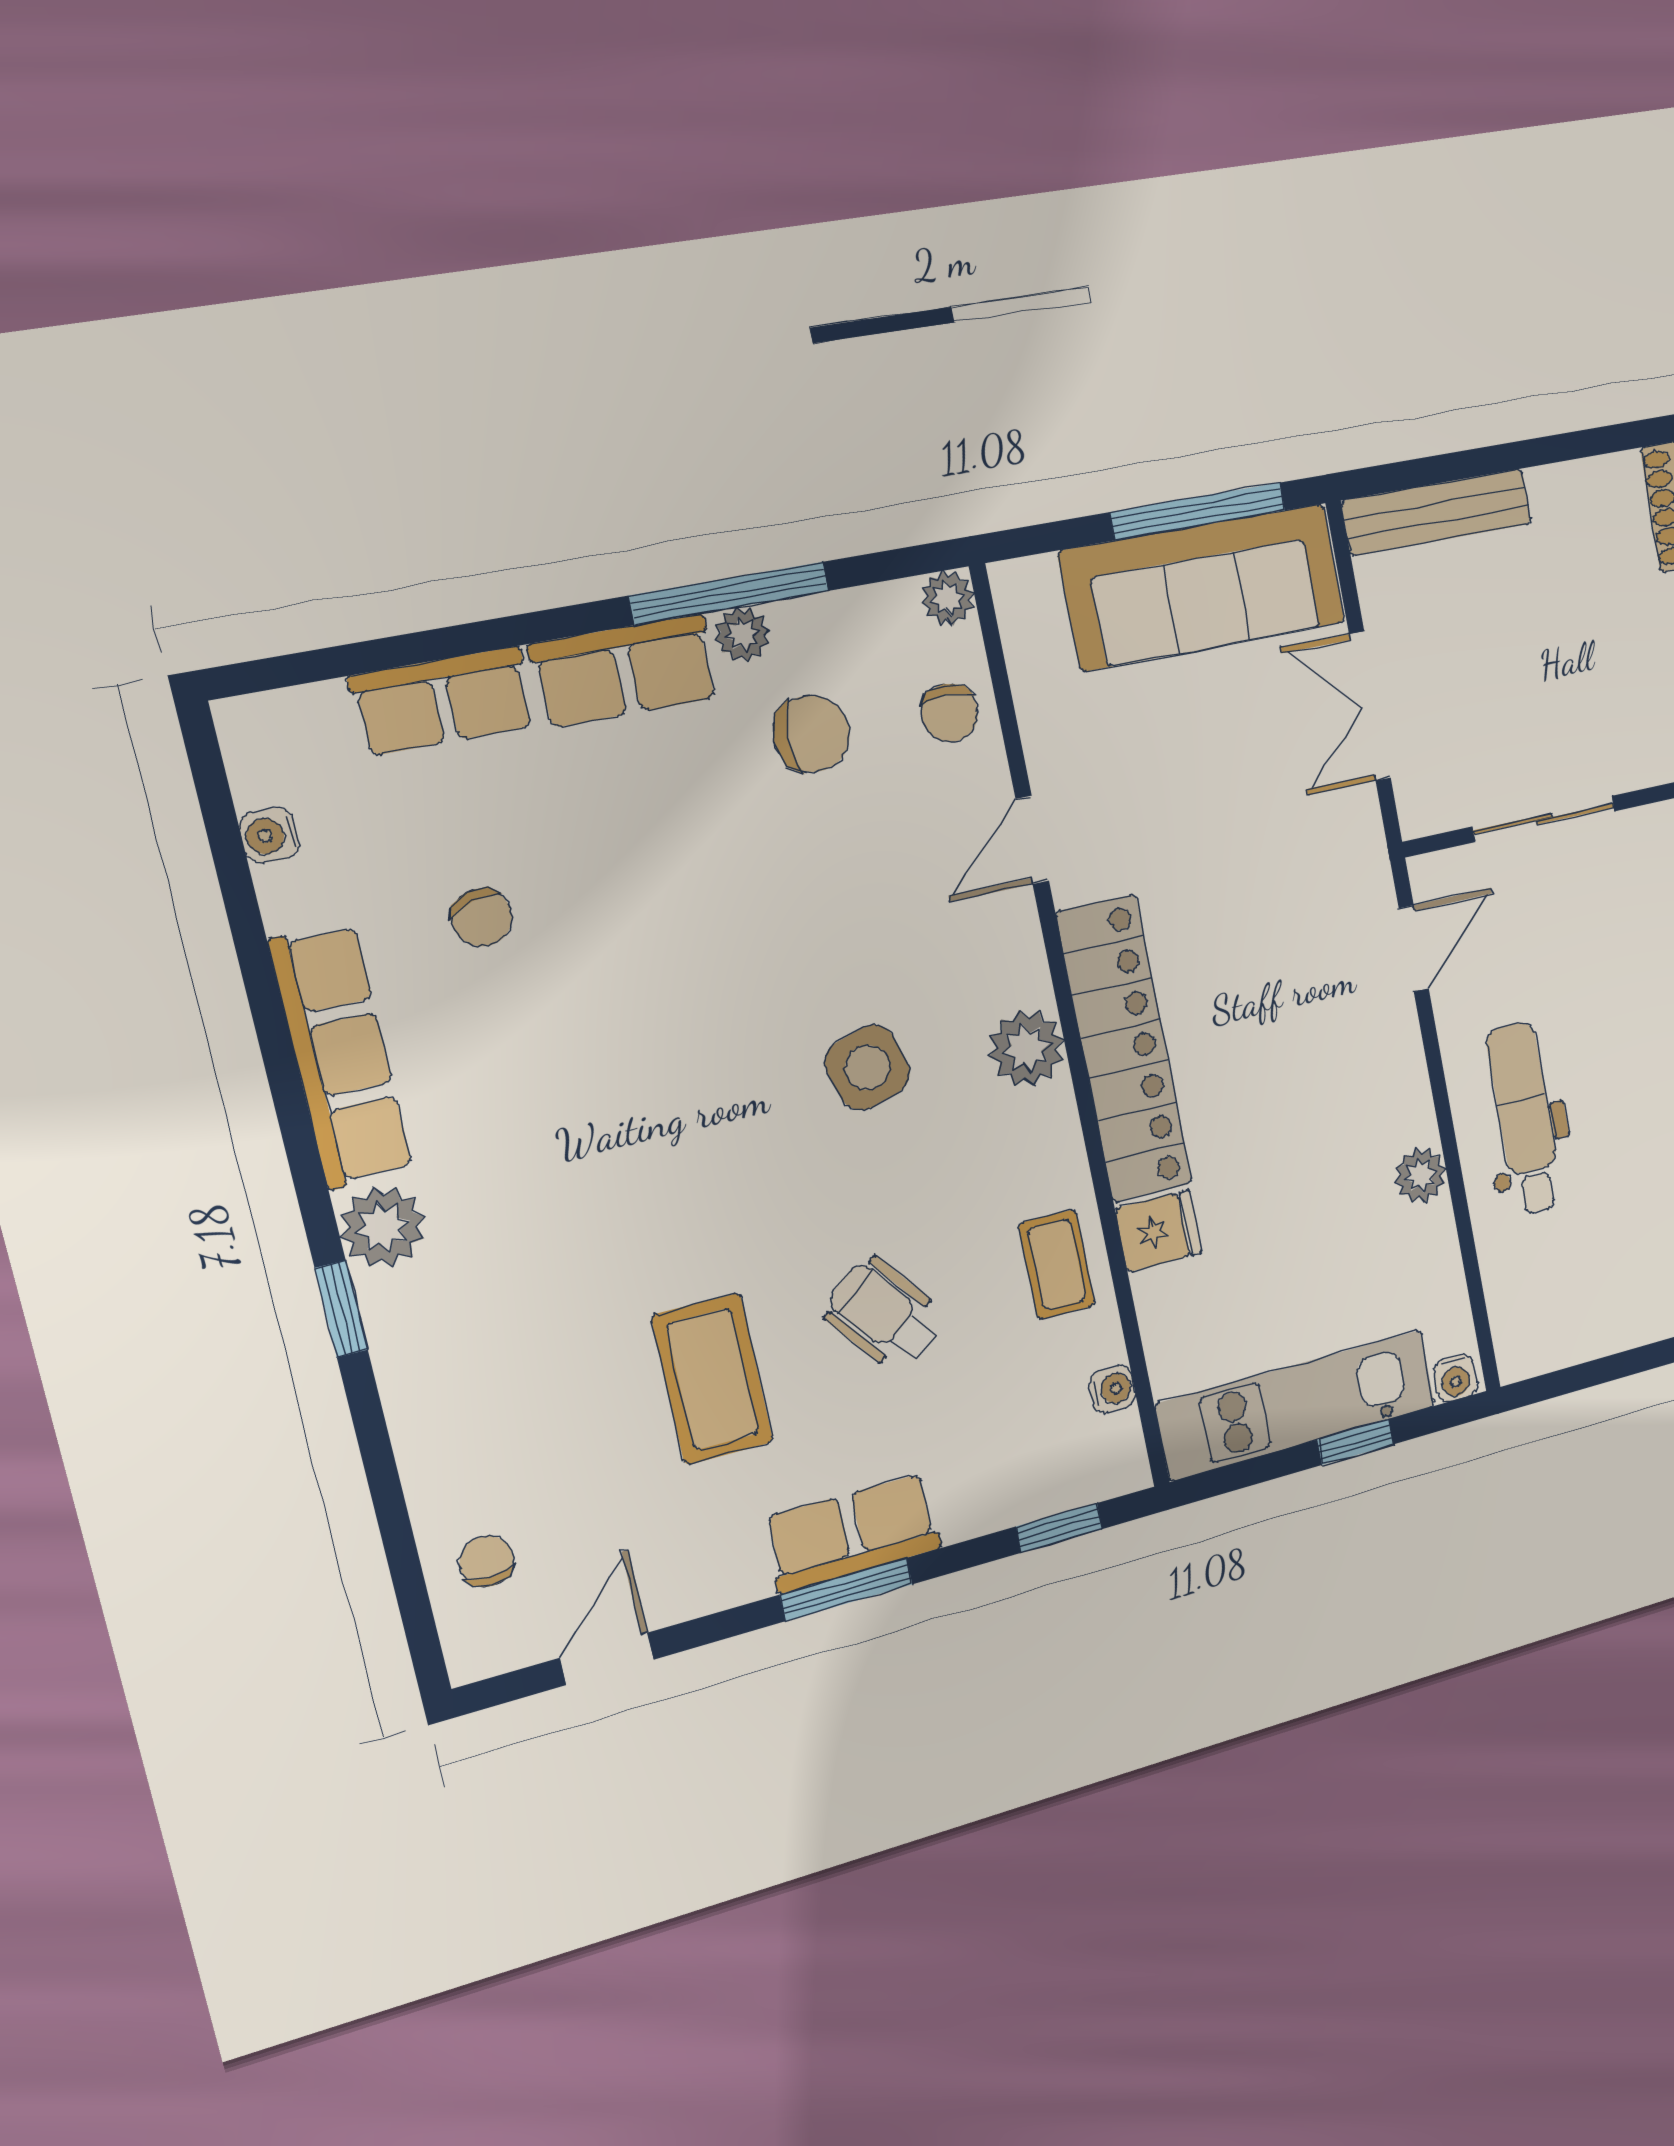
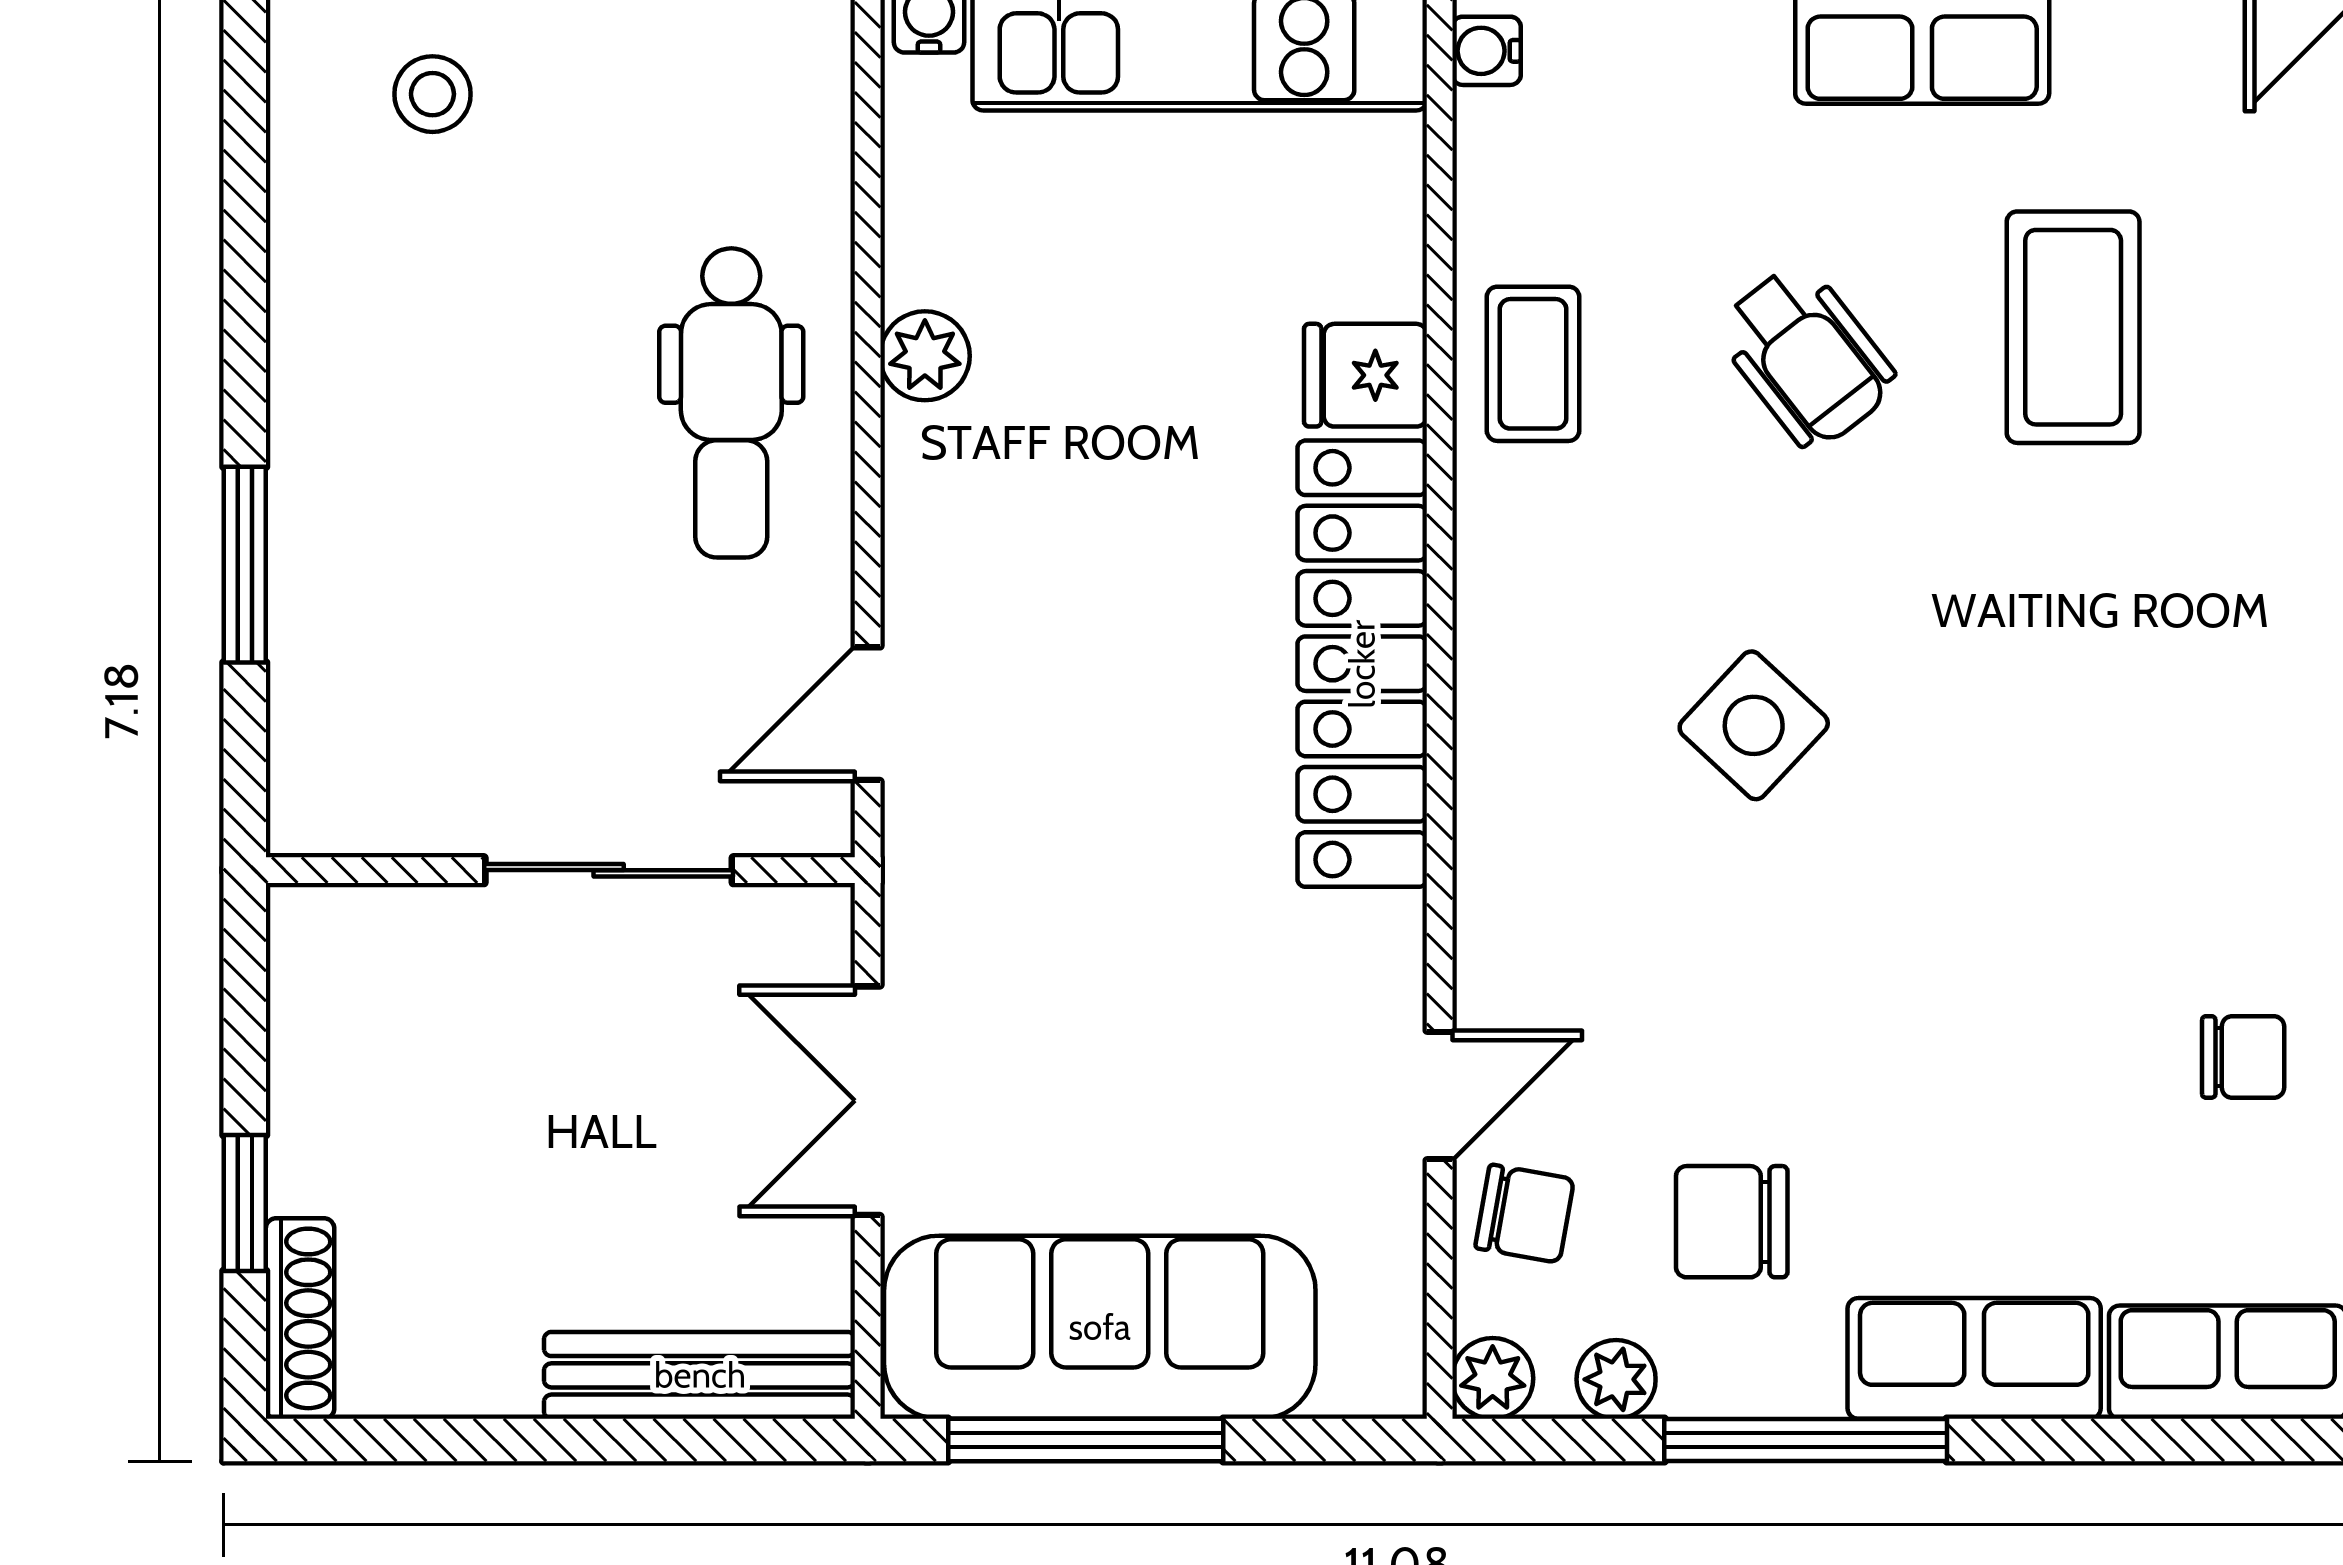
plant: (742, 634) -> (1616, 1379), moved
double door: (1370, 706) -> (868, 1101), swing flipped
chair: (950, 713) -> (1525, 1214), turned 100
door: (1032, 840) -> (1440, 1095), moved
chair: (482, 917) -> (2243, 1057), turned 106
plant: (1027, 1048) -> (1512, 699), removed
side table: (867, 1067) -> (1754, 725), turned -31
water cooler: (1113, 1389) -> (1487, 51), moved

